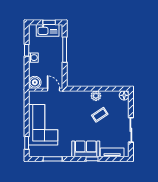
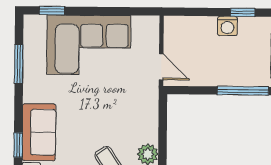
boiler: (35, 82) -> (176, 29), removed
door: (53, 90) -> (161, 67), hinge flipped

